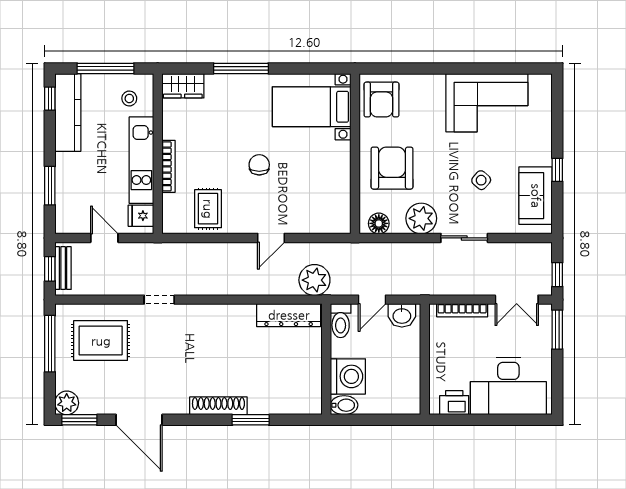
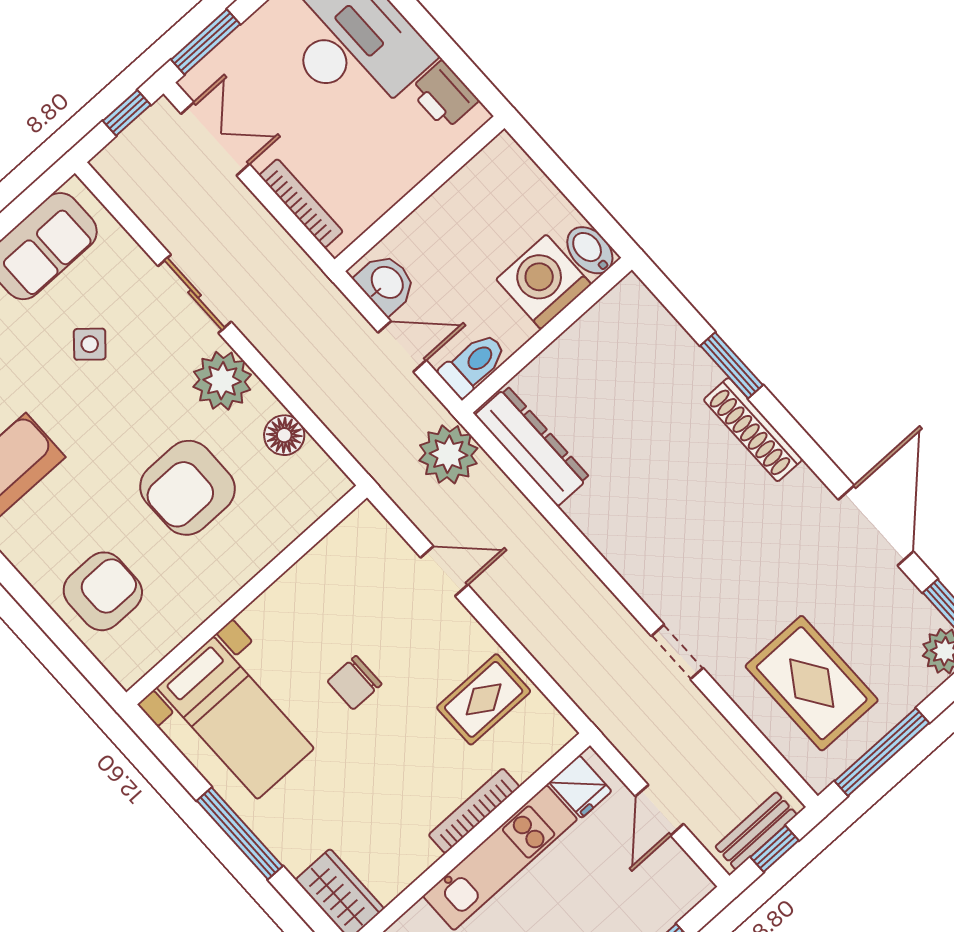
bed with nightstands: (312, 107) -> (235, 718), moved
wall: (355, 154) -> (247, 595), moved

